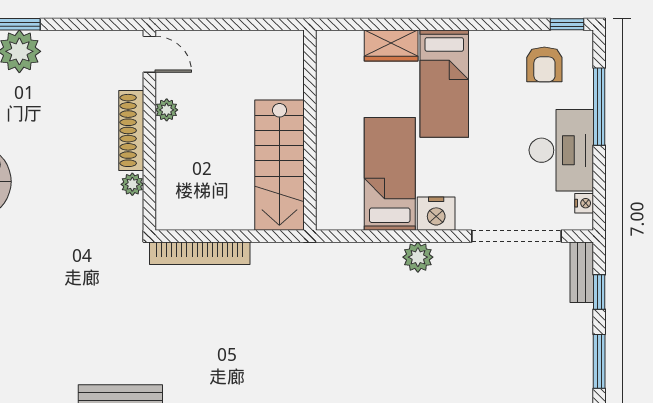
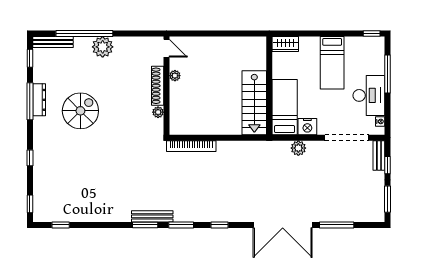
armchair: (544, 64) -> (361, 53), removed
bed: (444, 84) -> (332, 63), moved
wall: (310, 130) -> (269, 86), moved
stairs: (279, 165) -> (254, 103), moved

